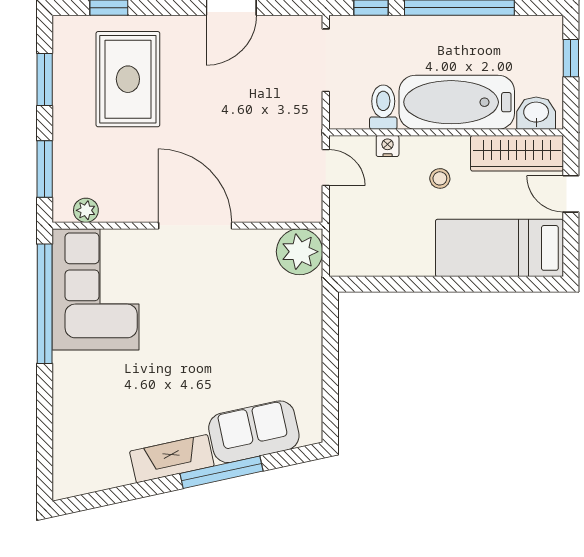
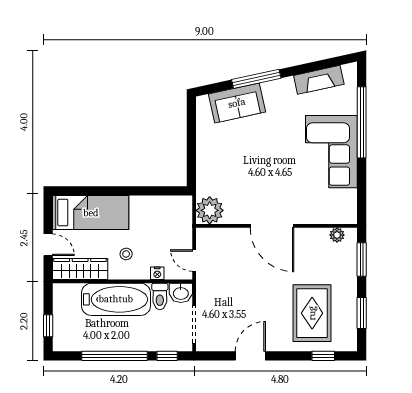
washbasin: (536, 113) -> (181, 293), moved
corner sofa: (95, 289) -> (331, 152), moved
window: (45, 304) -> (362, 122), moved
fireplace: (172, 459) -> (319, 80), moved

